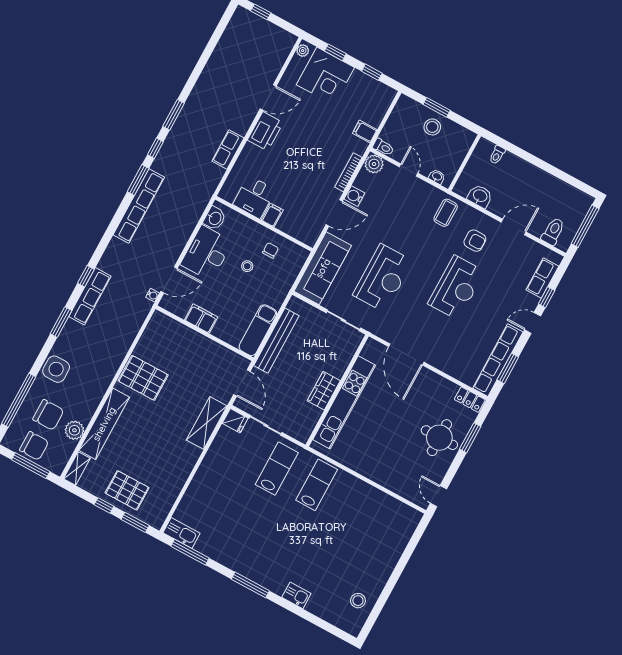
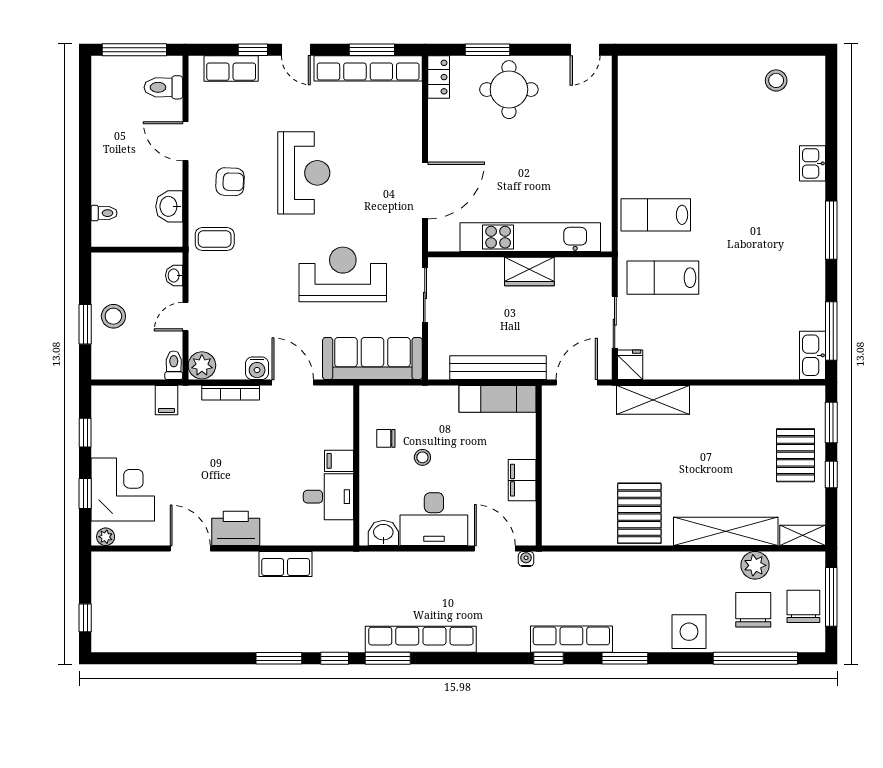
armchair: (475, 241) -> (230, 182), turned 92
reception desk: (456, 288) -> (304, 173), turned 90

